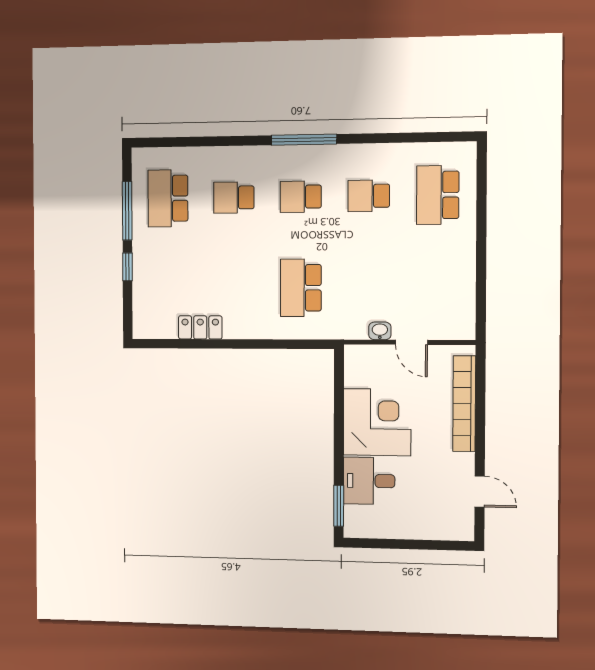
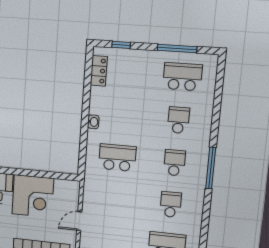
window: (127, 267) -> (121, 45), moved
locker: (200, 327) -> (99, 71), moved
washbasin: (380, 331) -> (93, 122), moved

